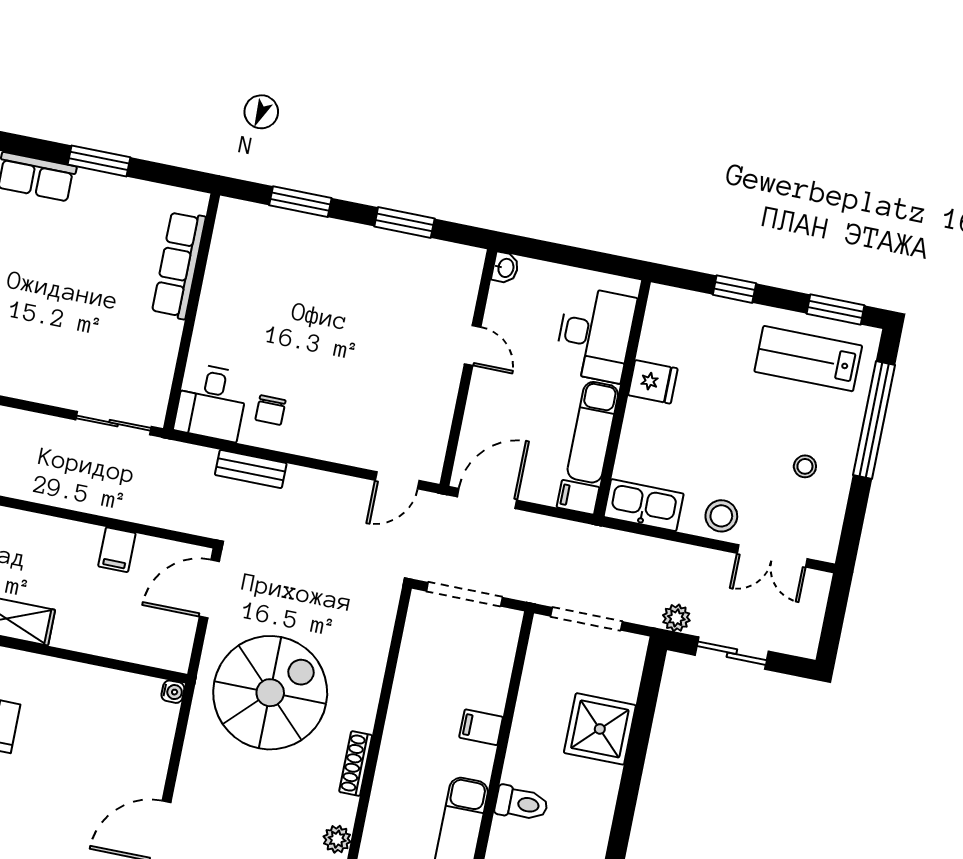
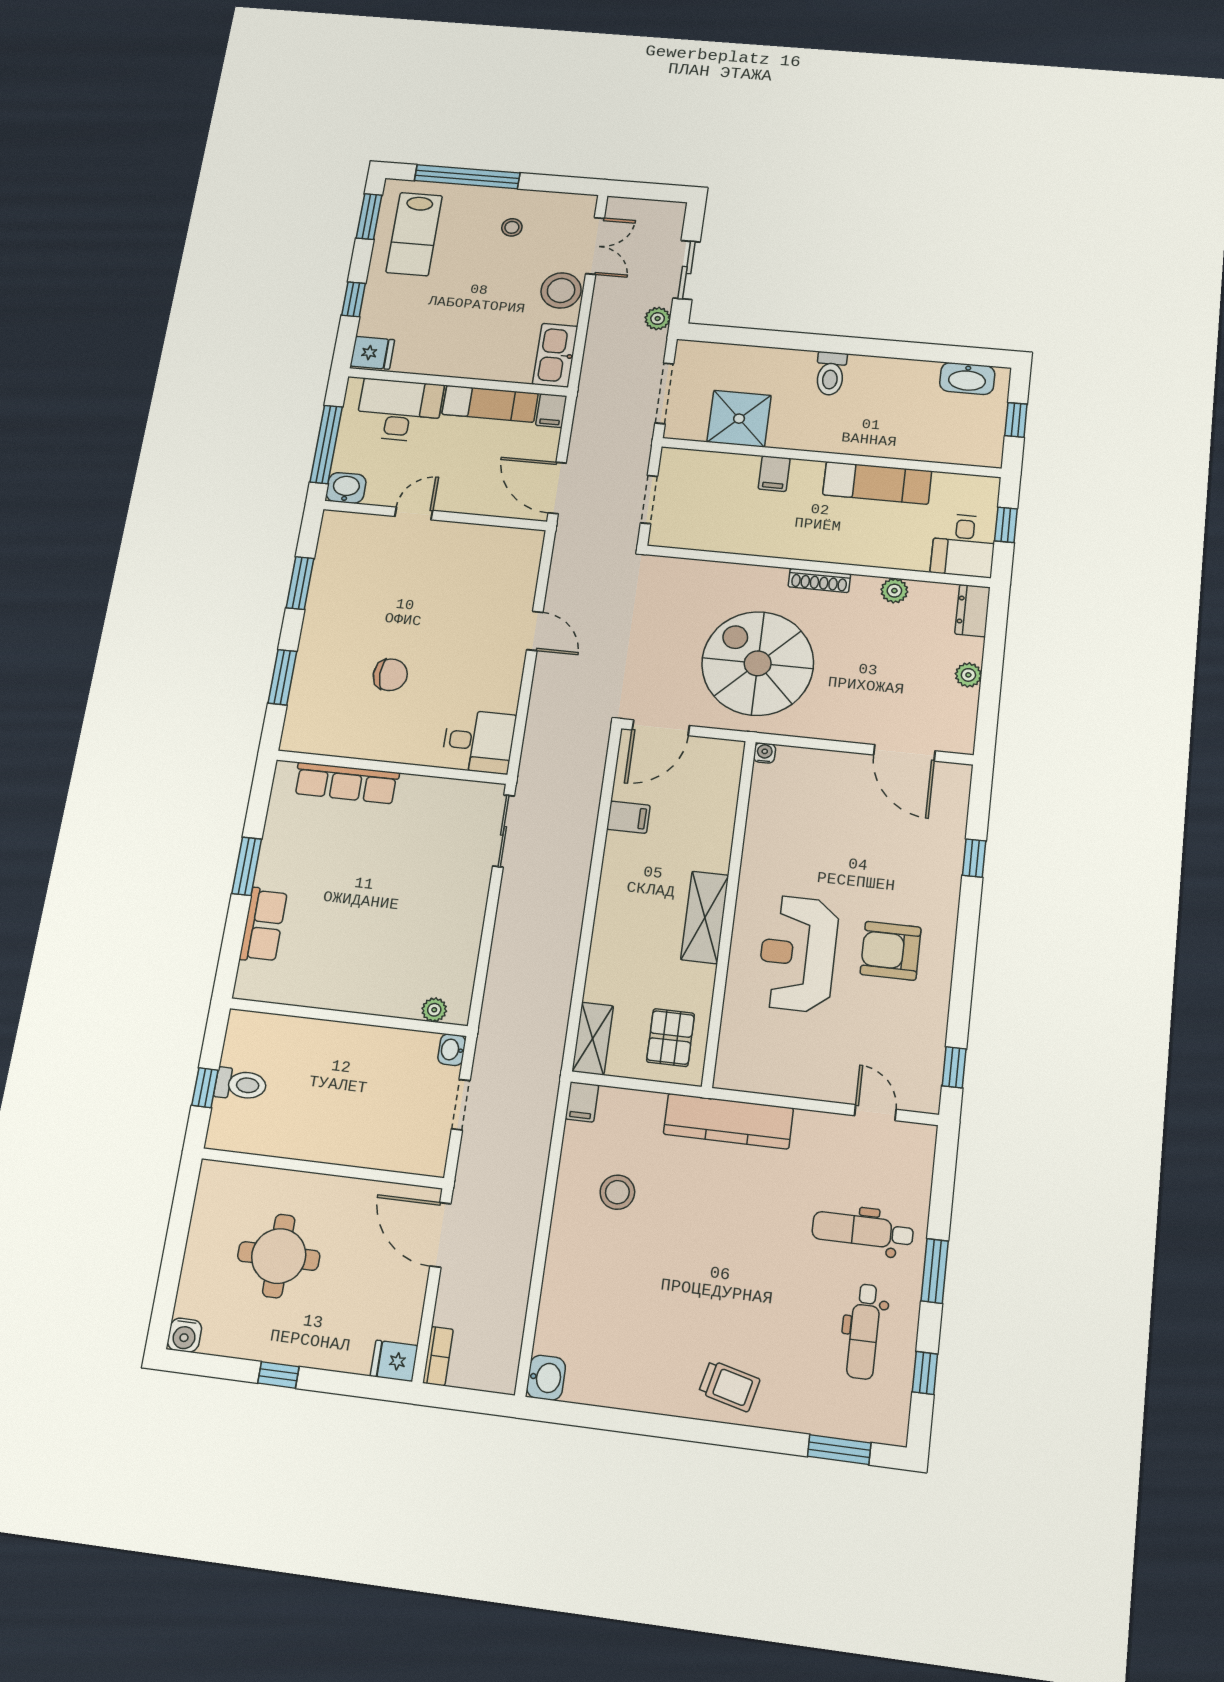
window: (563, 254) -> (326, 444), added
washbasin: (505, 268) -> (346, 488), width x1.38, depth x1.45
fridge: (653, 382) -> (372, 353), moved, turned 90
chair: (271, 410) -> (390, 675), moved, width x1.37, depth x1.37
bench: (251, 469) -> (541, 700), removed
door: (397, 480) -> (535, 631), moved
stool: (721, 516) -> (561, 290), width x1.38, depth x1.38
door: (209, 589) -> (661, 728), hinge flipped
doorway: (464, 594) -> (649, 499), width x0.73
shower: (600, 729) -> (739, 419), moved
toilet: (521, 803) -> (831, 374), moved, turned 180

